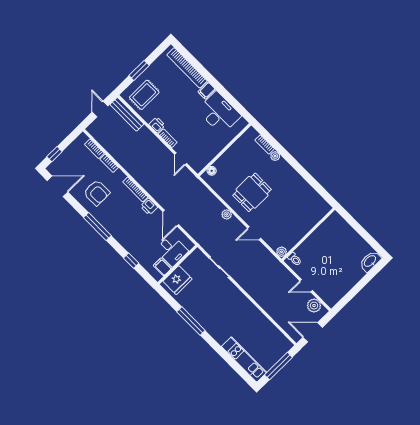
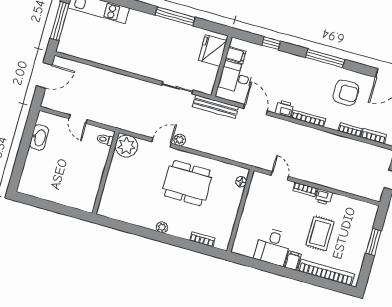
rug: (144, 95) -> (320, 233), moved
desk: (219, 113) -> (273, 247), width x0.73
bench: (127, 114) -> (215, 107), moved
plant: (275, 156) -> (162, 227), moved
dining table: (252, 192) -> (187, 183), width x1.38
armchair: (97, 193) -> (346, 93), turned 180
plant: (227, 214) -> (180, 140), moved
plant: (282, 252) -> (126, 146), width x1.88, depth x1.88
washbasin: (370, 261) -> (39, 138), moved
door: (306, 286) -> (78, 119), swing flipped
plant: (314, 306) -> (58, 103), removed

